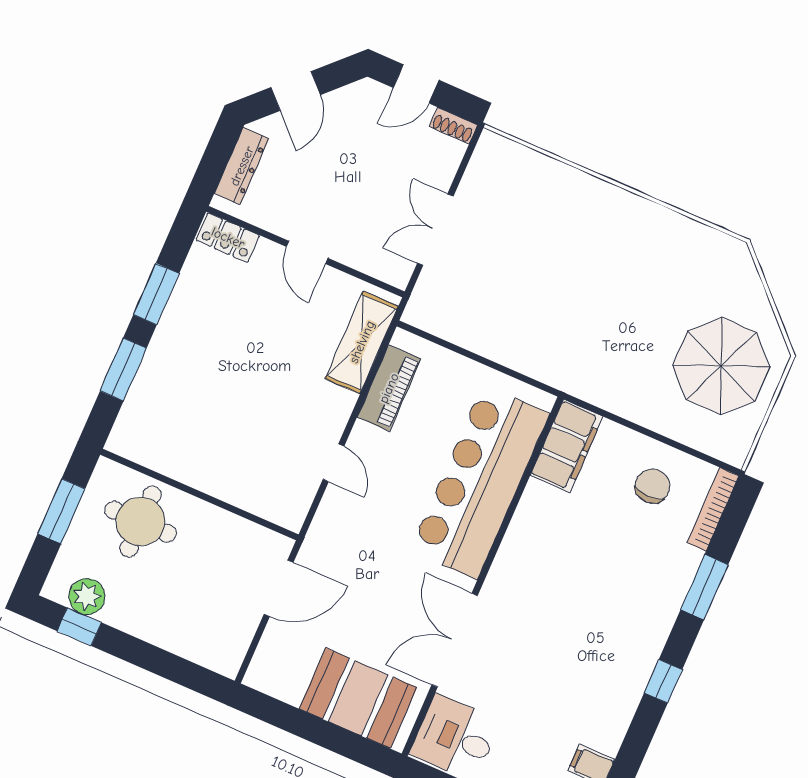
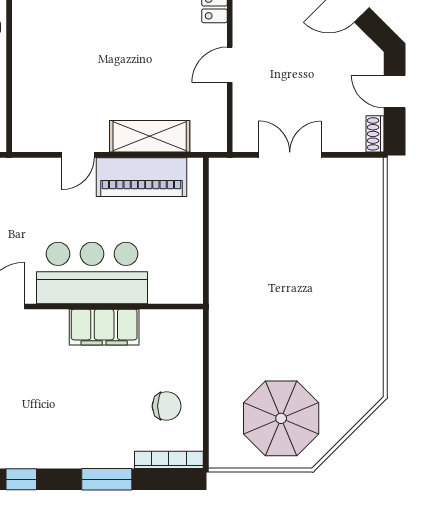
shelving: (362, 342) -> (150, 136), moved
piano: (389, 388) -> (142, 177), width x1.37, depth x1.33
filing cabinet: (567, 446) -> (104, 327), moved
bar counter: (480, 482) -> (92, 273), width x0.73

